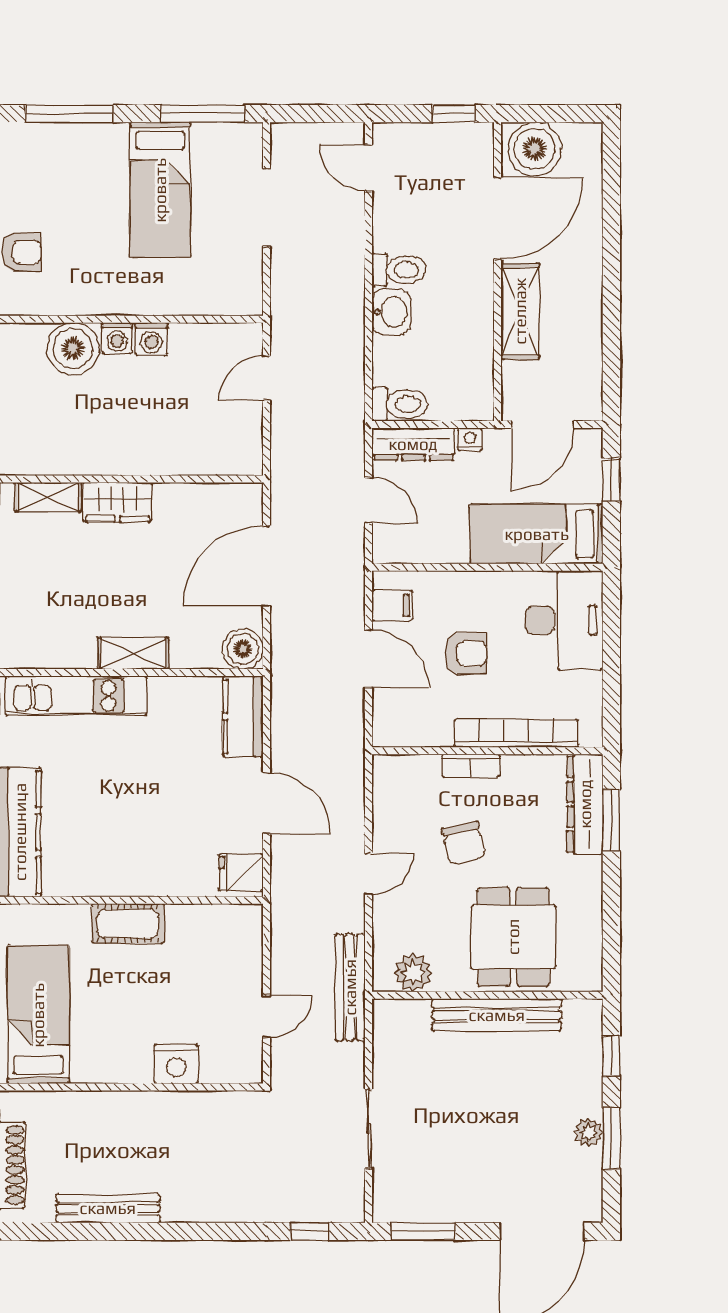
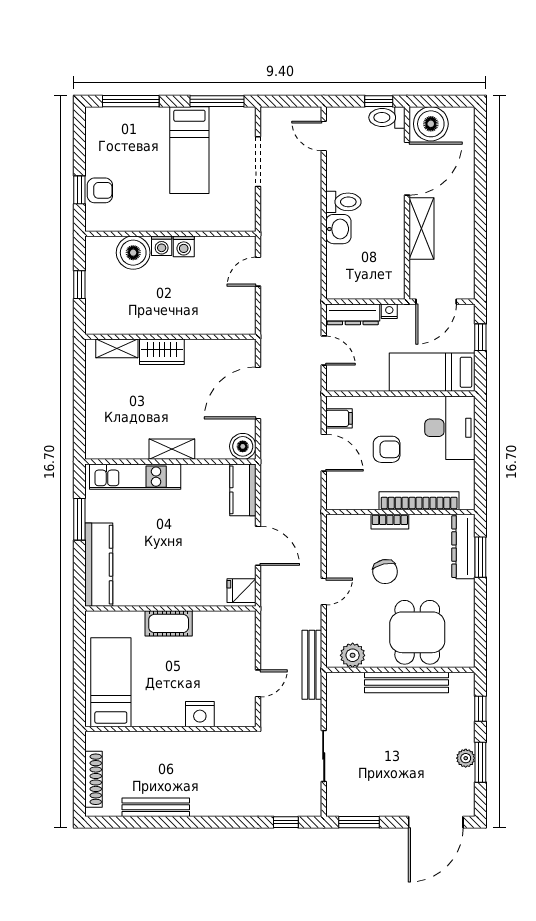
toilet: (400, 404) -> (387, 117), moved, turned 180

